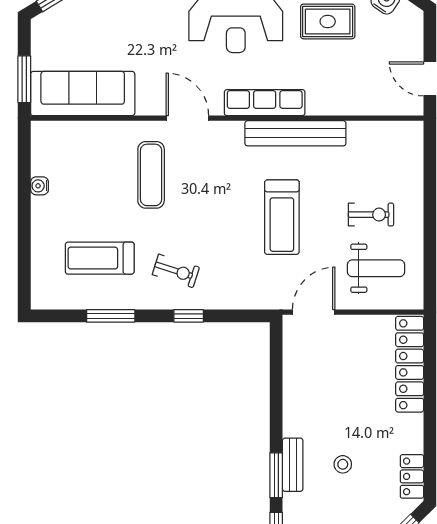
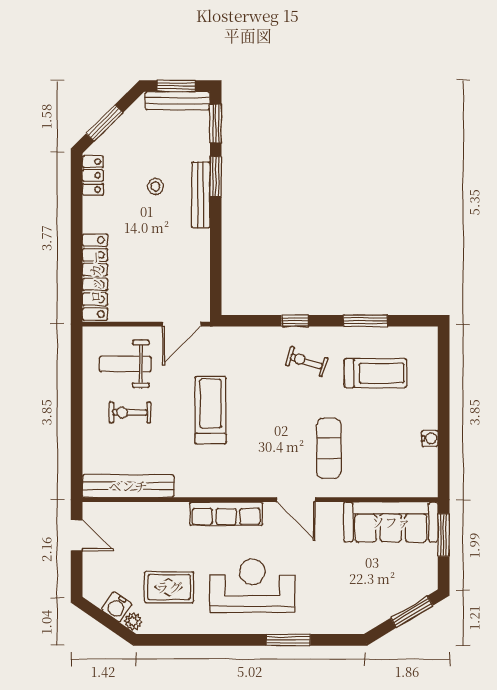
bench: (295, 133) -> (128, 486), moved
bench: (293, 465) -> (201, 195), width x1.36

